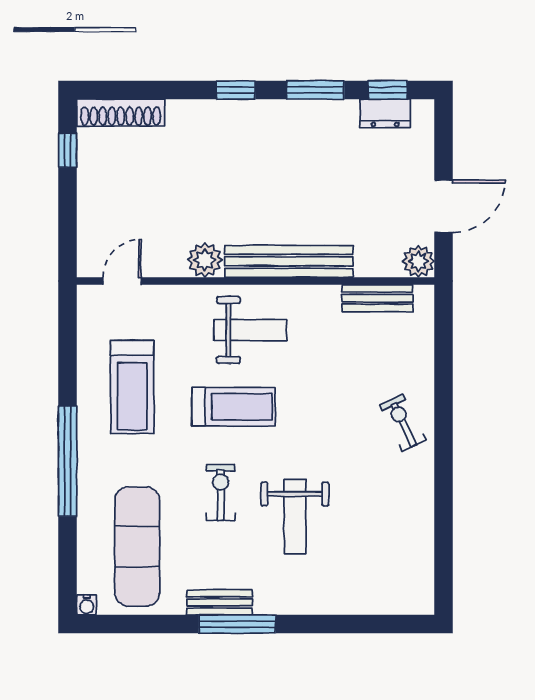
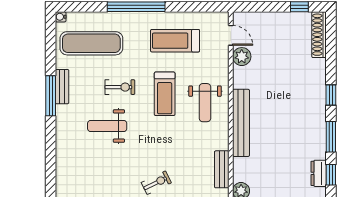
plant: (205, 260) -> (242, 57), moved

